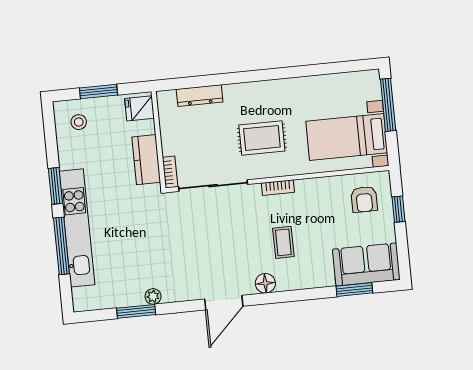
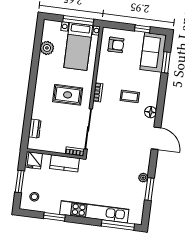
plant: (332, 85) -> (47, 48), added
dresser: (200, 96) -> (35, 129), width x0.70
window: (388, 105) -> (78, 21), moved
rug: (262, 138) -> (68, 95), turned 90
window: (55, 186) -> (54, 217), moved
window: (398, 209) -> (142, 29), moved
window: (61, 246) -> (118, 225), moved

